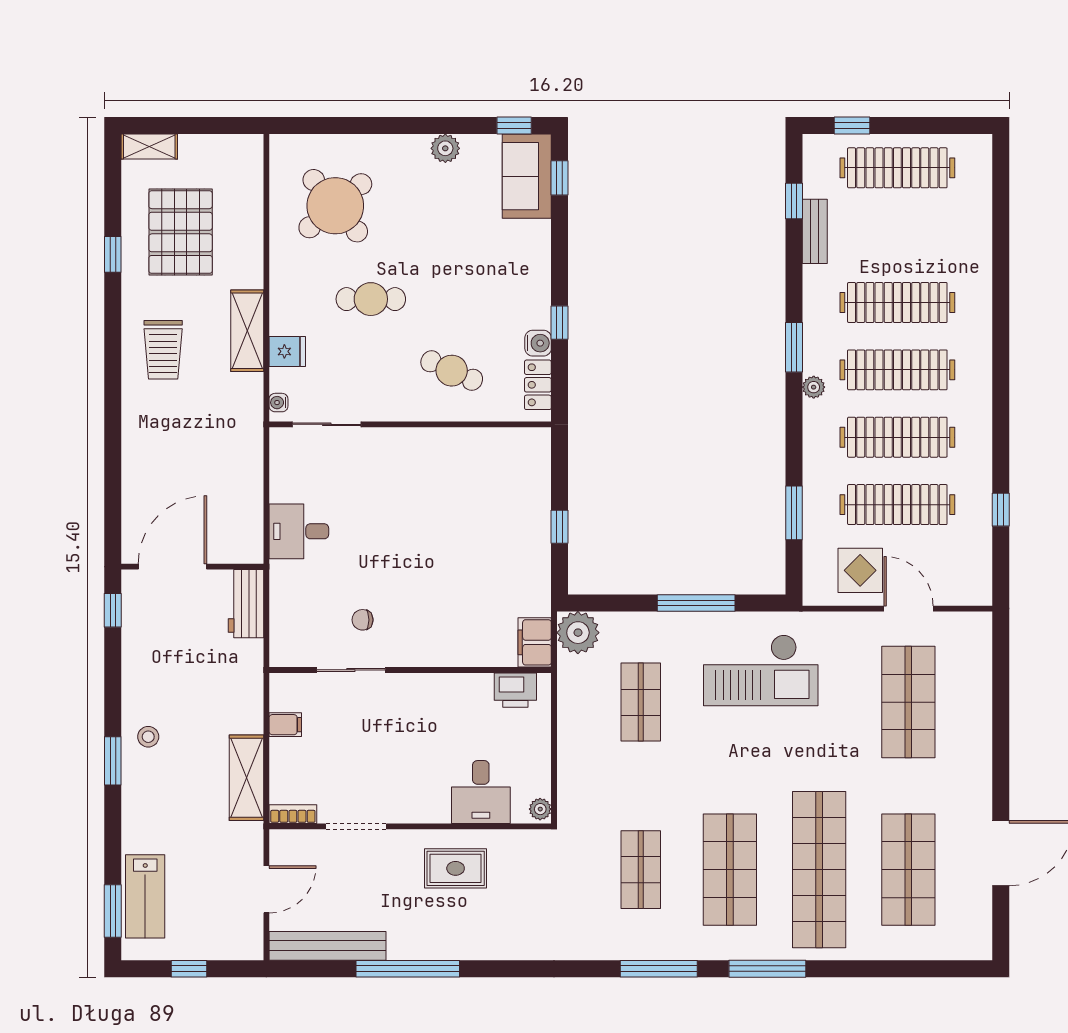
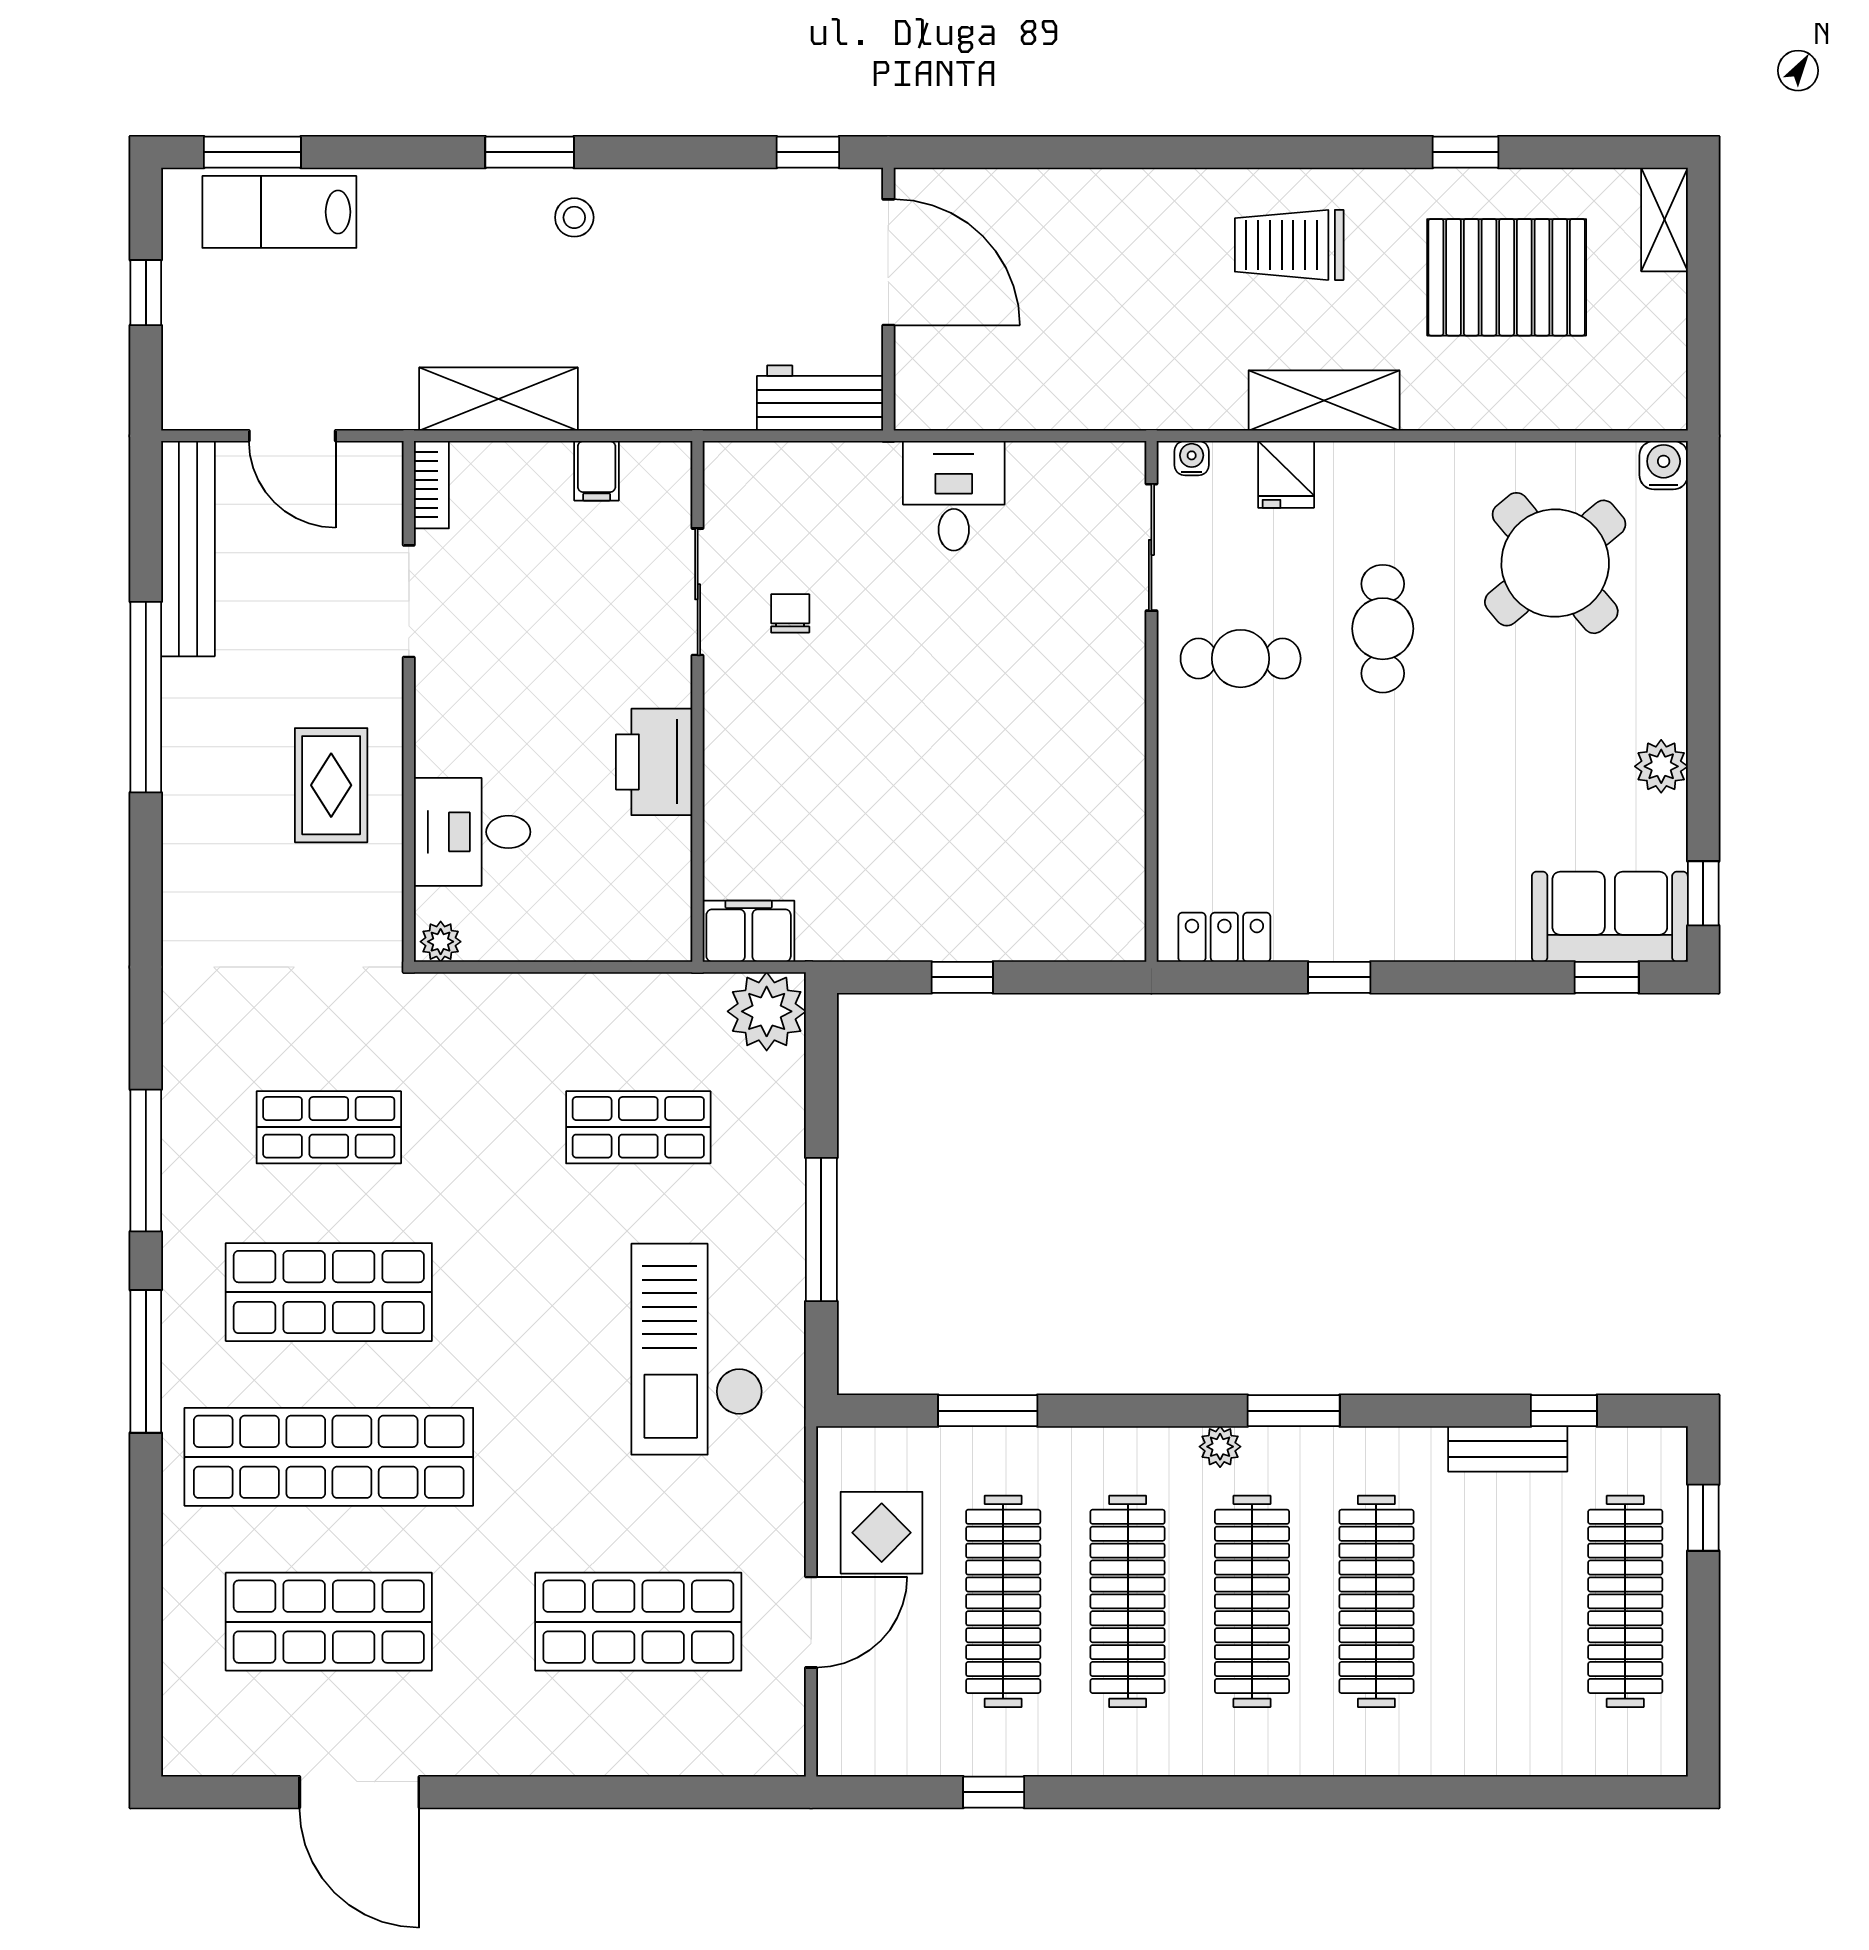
water cooler: (538, 343) -> (1664, 465), moved, turned 180
cafe table: (452, 371) -> (1241, 659), moved, turned 66
printer: (515, 690) -> (654, 762), moved, width x1.37, depth x1.19

